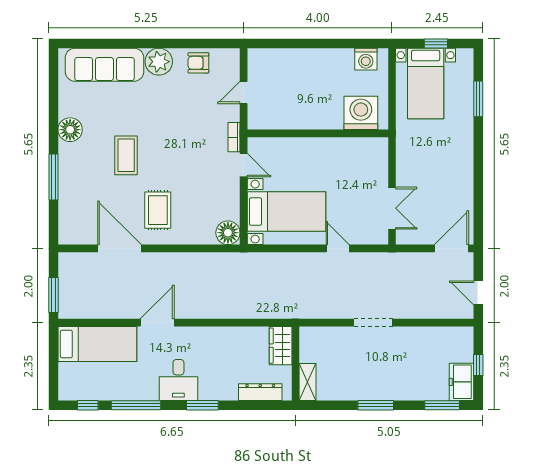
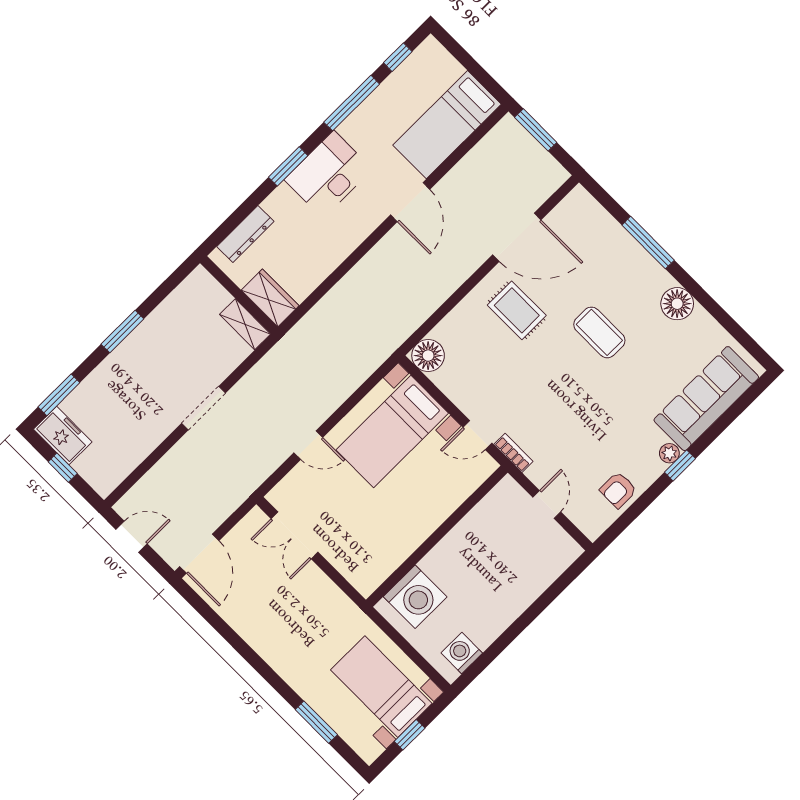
window: (153, 43) -> (680, 465), added
plant: (159, 62) -> (669, 453), width x0.53, depth x0.53
armchair: (198, 63) -> (618, 490), turned 180
desk: (178, 380) -> (328, 174), width x1.37
shelving: (308, 382) -> (245, 324), moved

